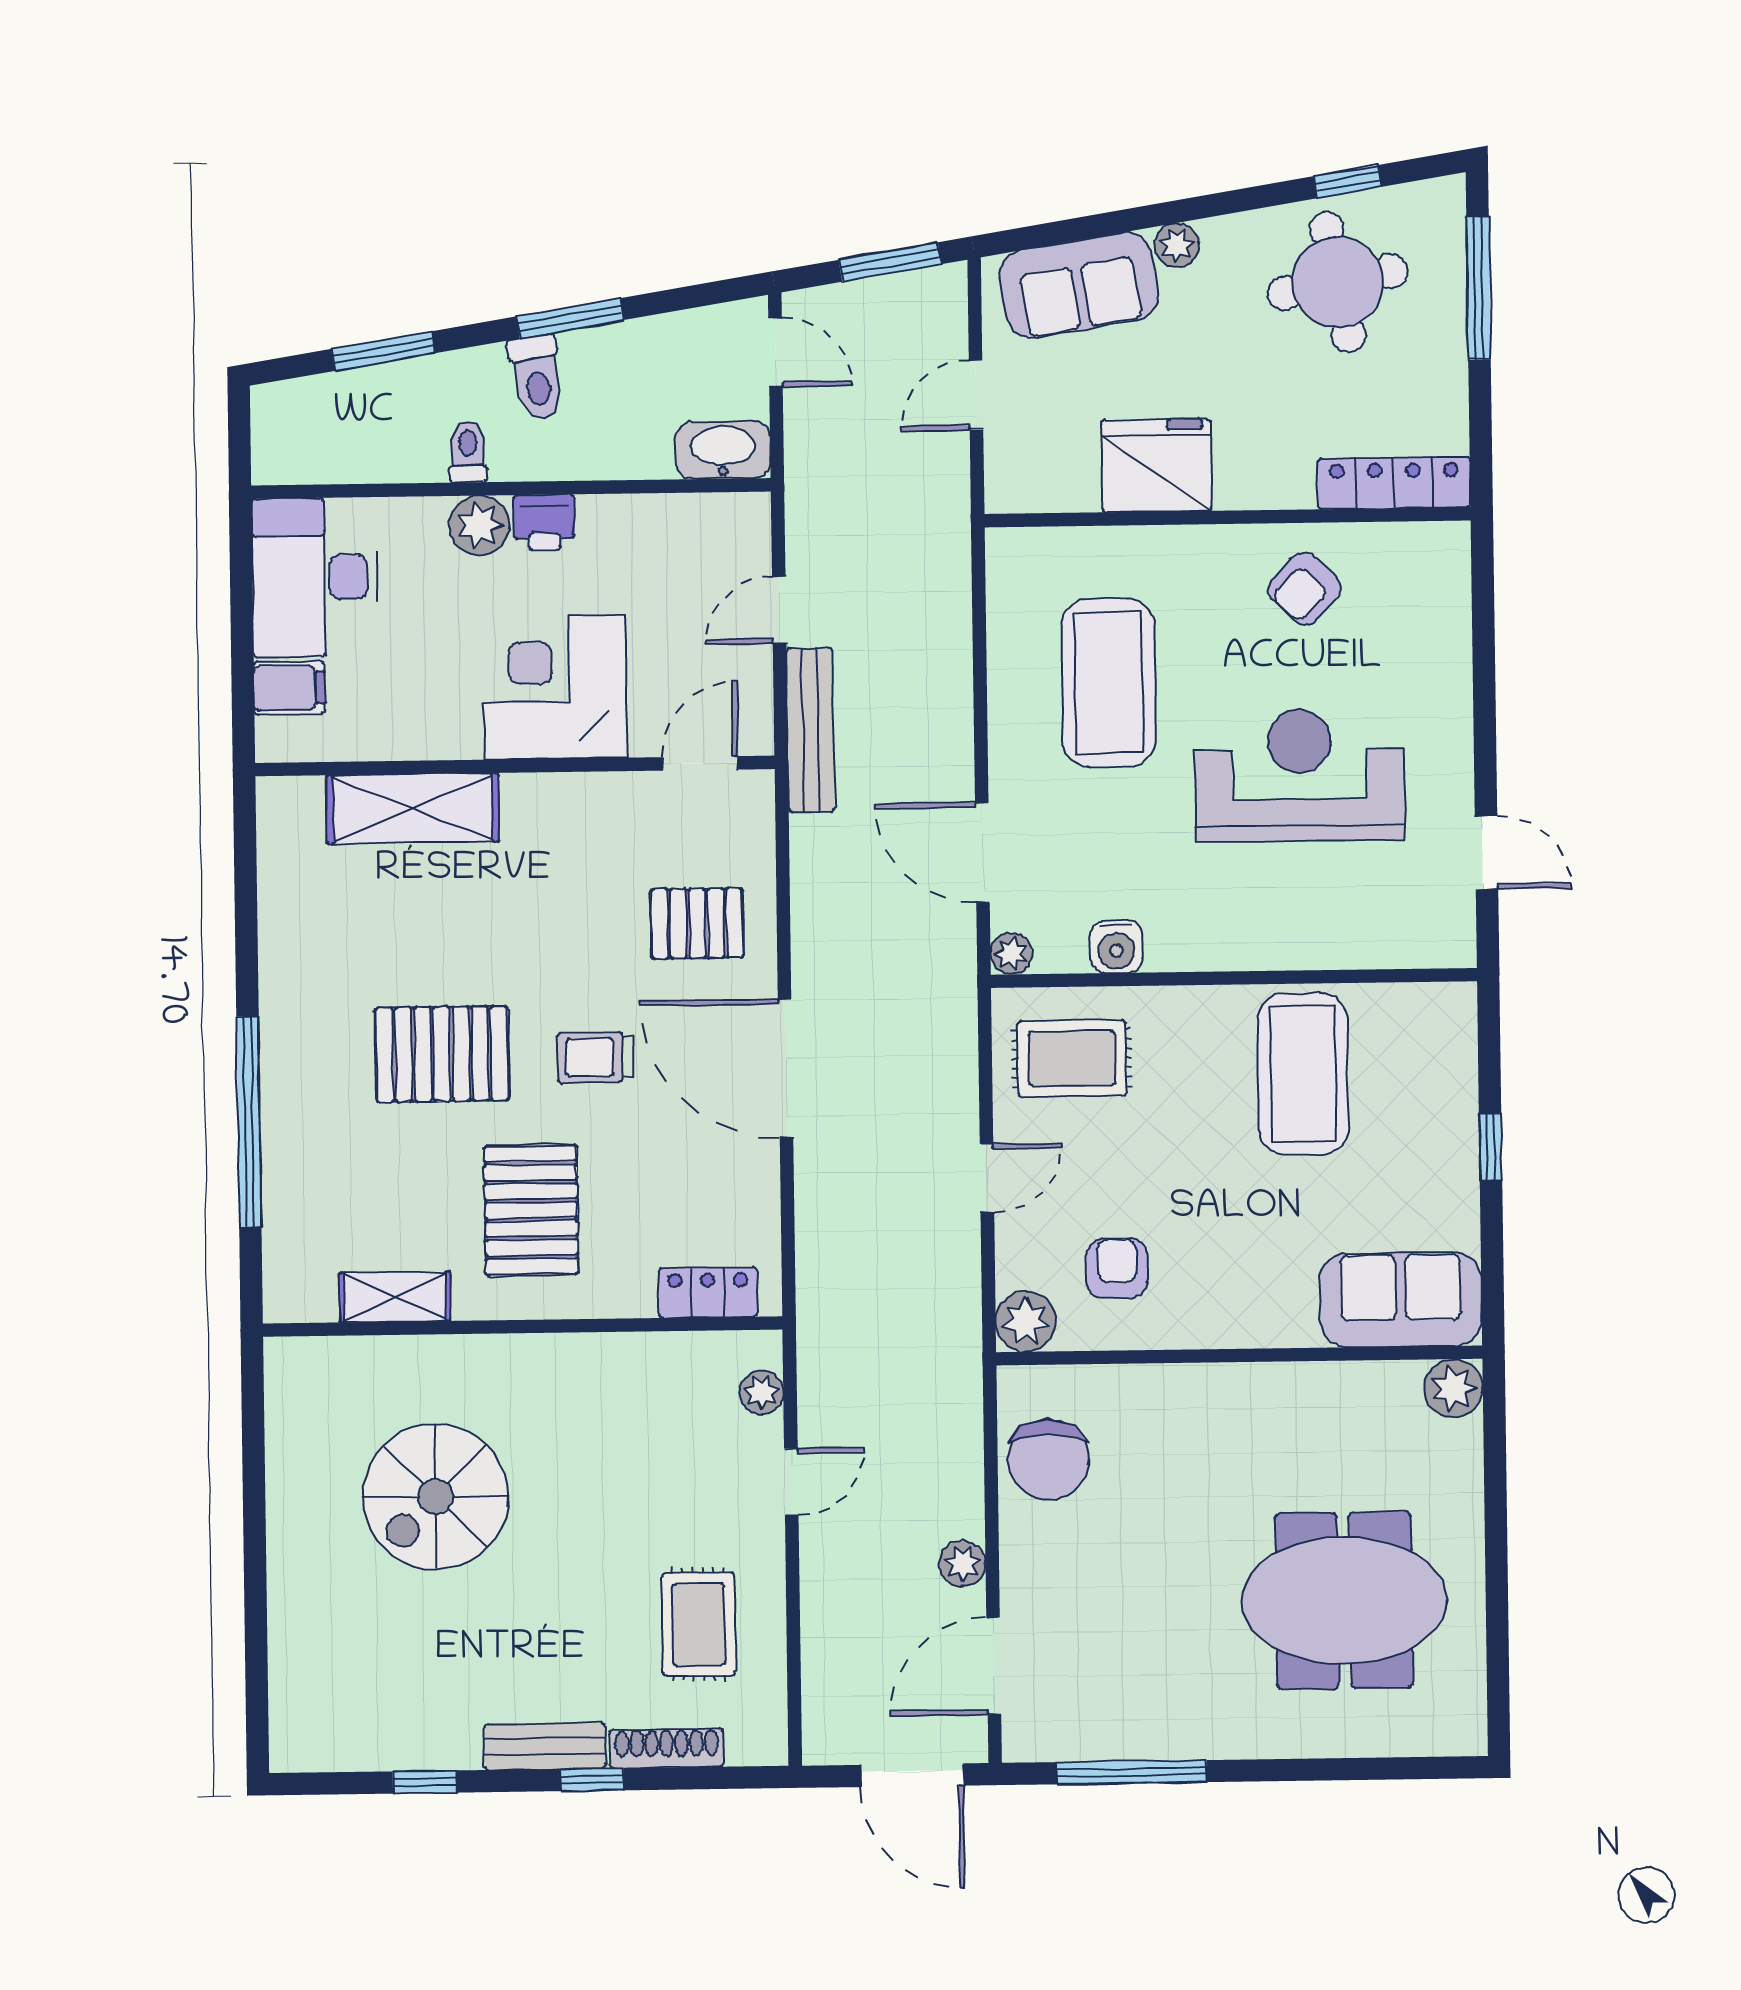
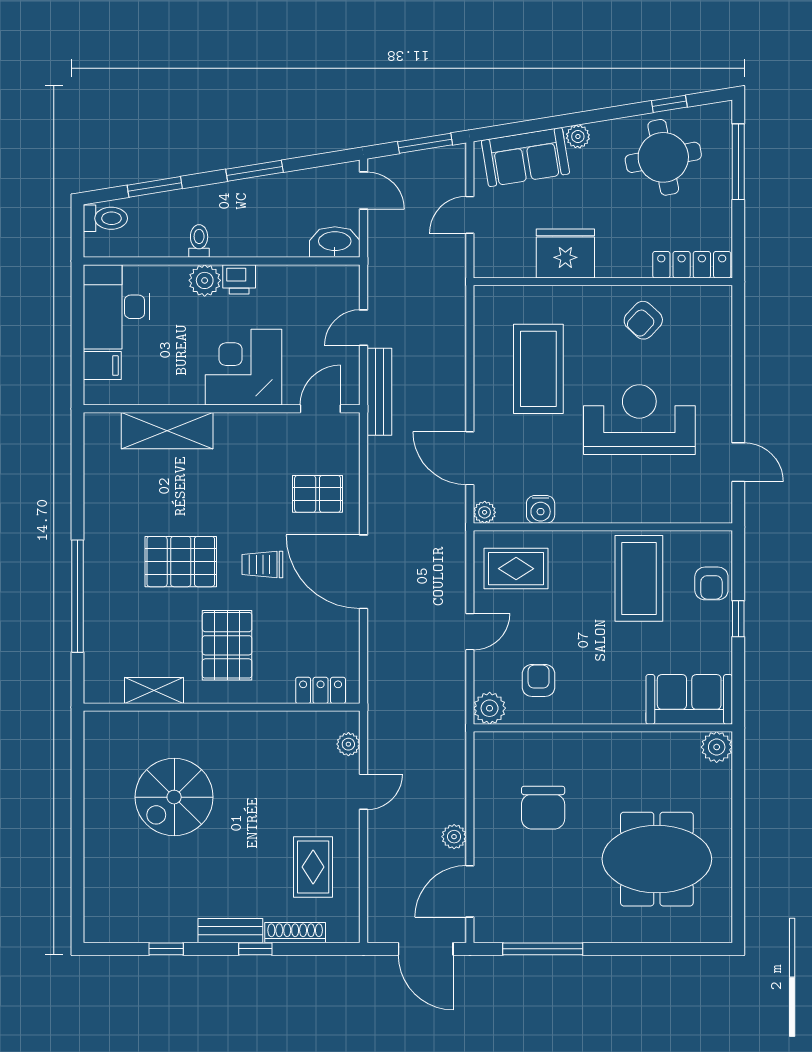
toilet: (537, 377) -> (105, 218), moved, turned -81
armchair: (1439, 1081) -> (711, 583), added
chair: (1048, 1460) -> (543, 808), moved

